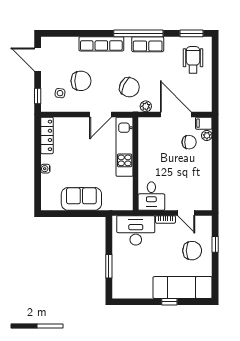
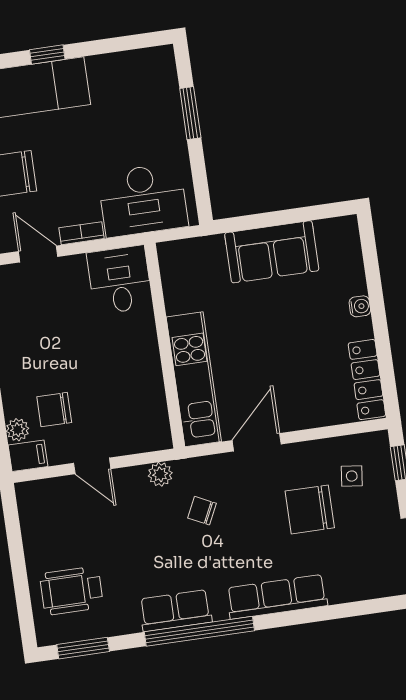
wheelchair: (193, 60) -> (72, 591), turned 90
chair: (129, 87) -> (202, 511), width x0.54, depth x0.54
door: (176, 114) -> (92, 466), width x0.53

